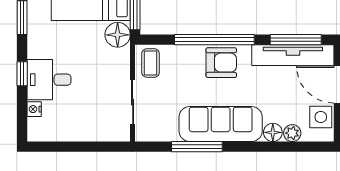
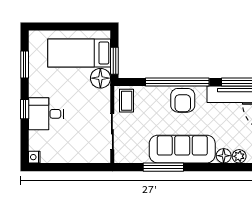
armchair: (221, 63) -> (183, 100), turned 90
nightstand: (34, 109) -> (34, 157), moved

